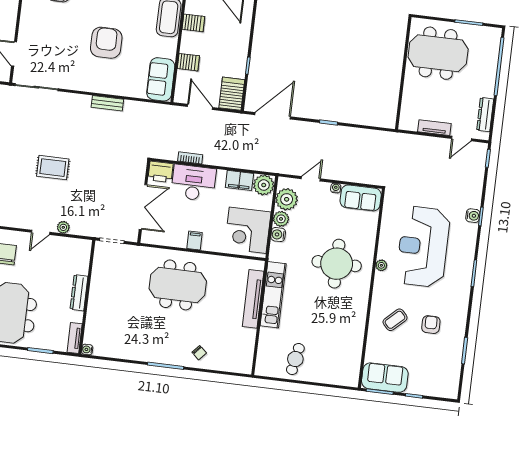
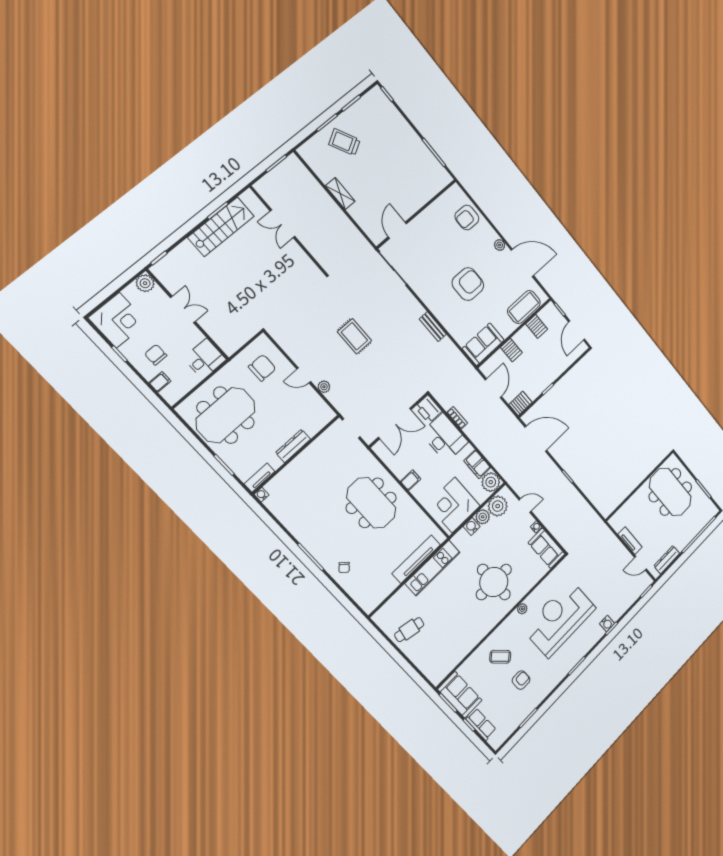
server rack: (232, 94) -> (520, 403), width x0.73, depth x0.70
row of seats: (425, 387) -> (481, 724), added

